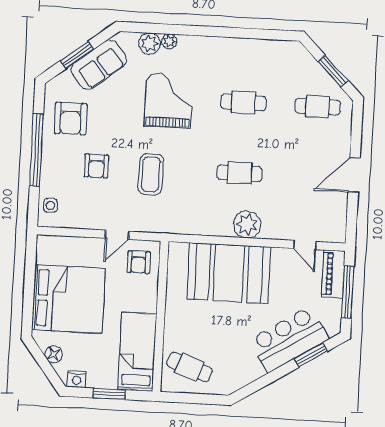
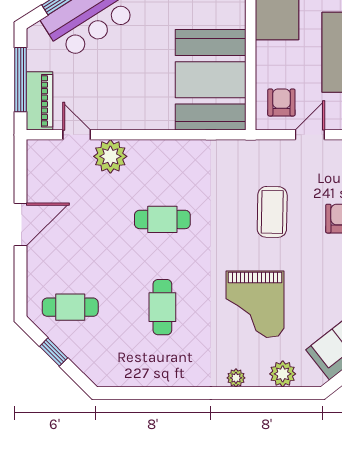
plant: (169, 41) -> (236, 378), moved
window: (333, 71) -> (54, 352), width x0.67
cafe table: (243, 102) -> (162, 307), turned 90
plant: (247, 224) -> (110, 156), moved
booth: (229, 273) -> (211, 80), moved, turned 90

